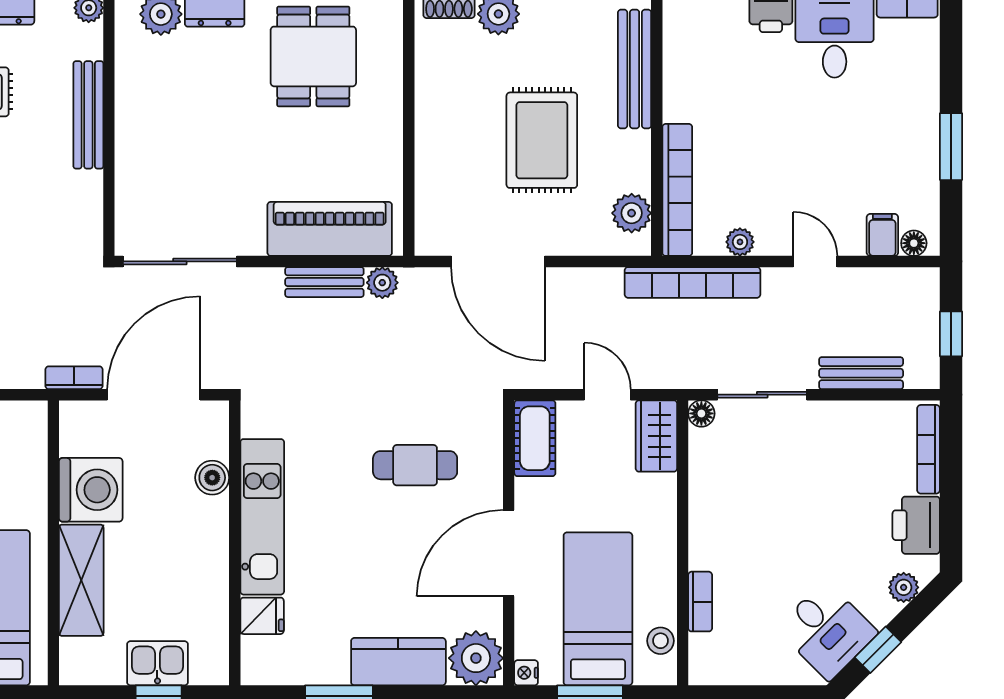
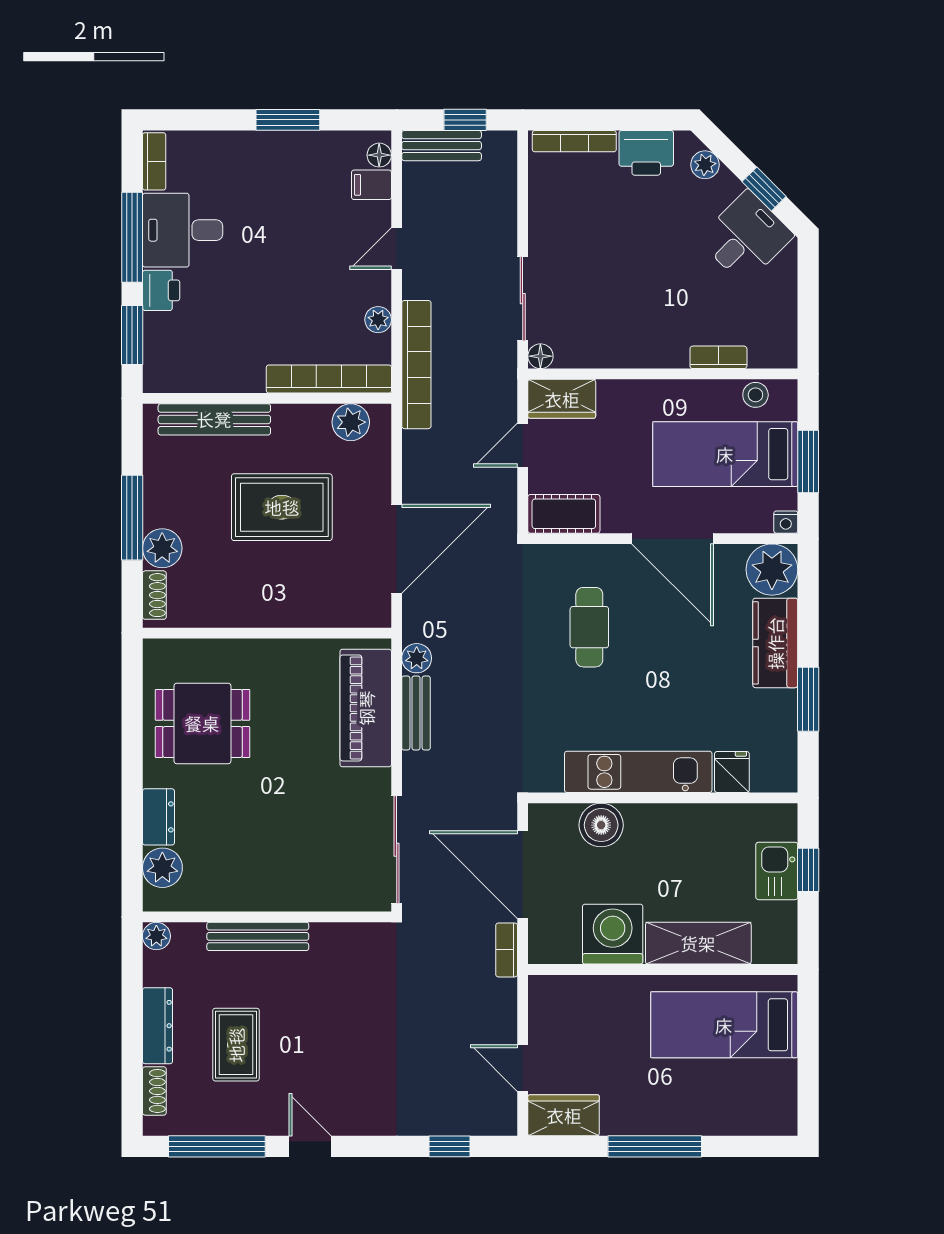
bench: (861, 373) -> (442, 146), moved, turned 90
boiler: (212, 478) -> (601, 825), width x1.36, depth x1.36

